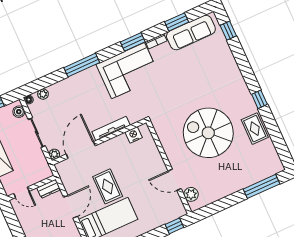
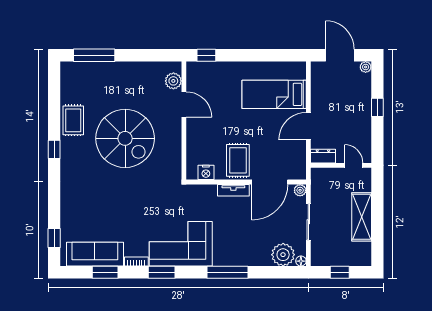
plant: (43, 94) -> (283, 255), width x1.88, depth x1.88
boiler: (19, 112) -> (317, 253), removed
tv unit: (111, 128) -> (233, 190), width x0.71
rug: (108, 186) -> (238, 160), moved

